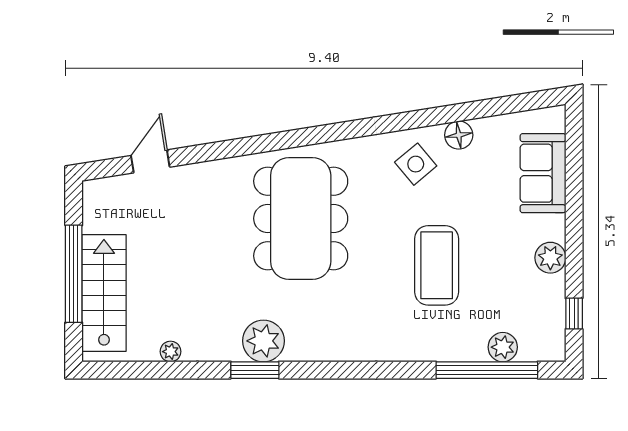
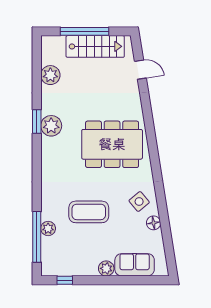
plant: (550, 258) -> (106, 268), moved
stairs: (104, 293) -> (95, 46), moved
plant: (503, 347) -> (48, 228), moved
plant: (170, 352) -> (50, 75), width x1.87, depth x1.87

